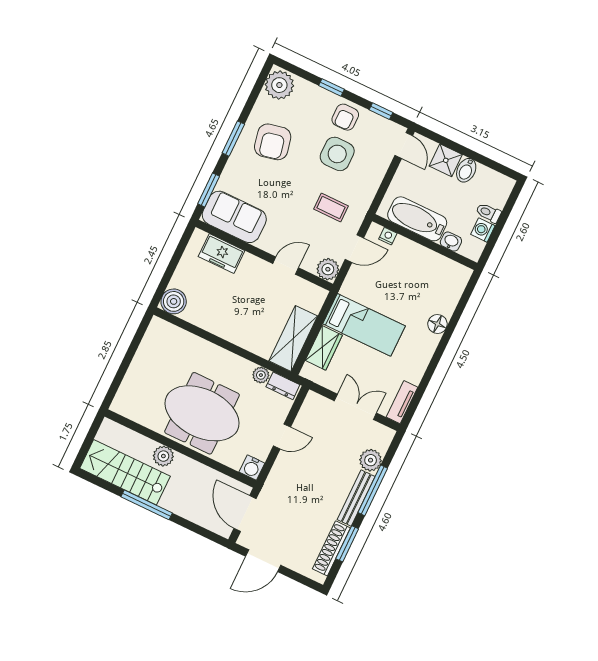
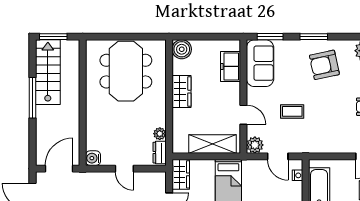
side table: (337, 154) -> (337, 113), removed
coffee table: (331, 208) -> (292, 111), moved, turned 90
wardrobe: (223, 326) -> (181, 92), added
shelving: (293, 338) -> (212, 144), moved
wardrobe: (324, 348) -> (181, 174), moved, turned -90
meeting table: (202, 413) -> (126, 71), moved
window: (86, 446) -> (53, 37), added
plant: (163, 456) -> (72, 93), removed

